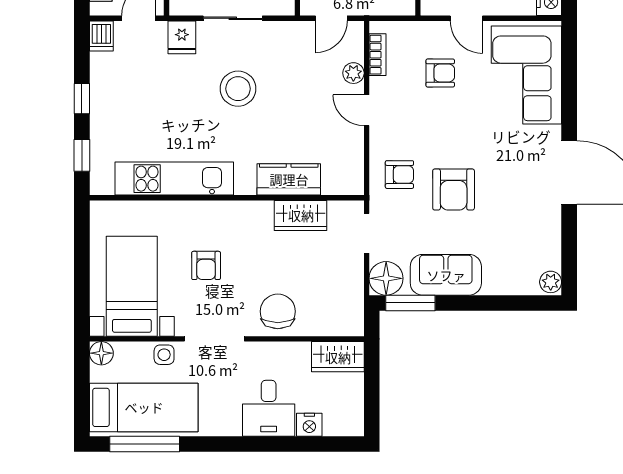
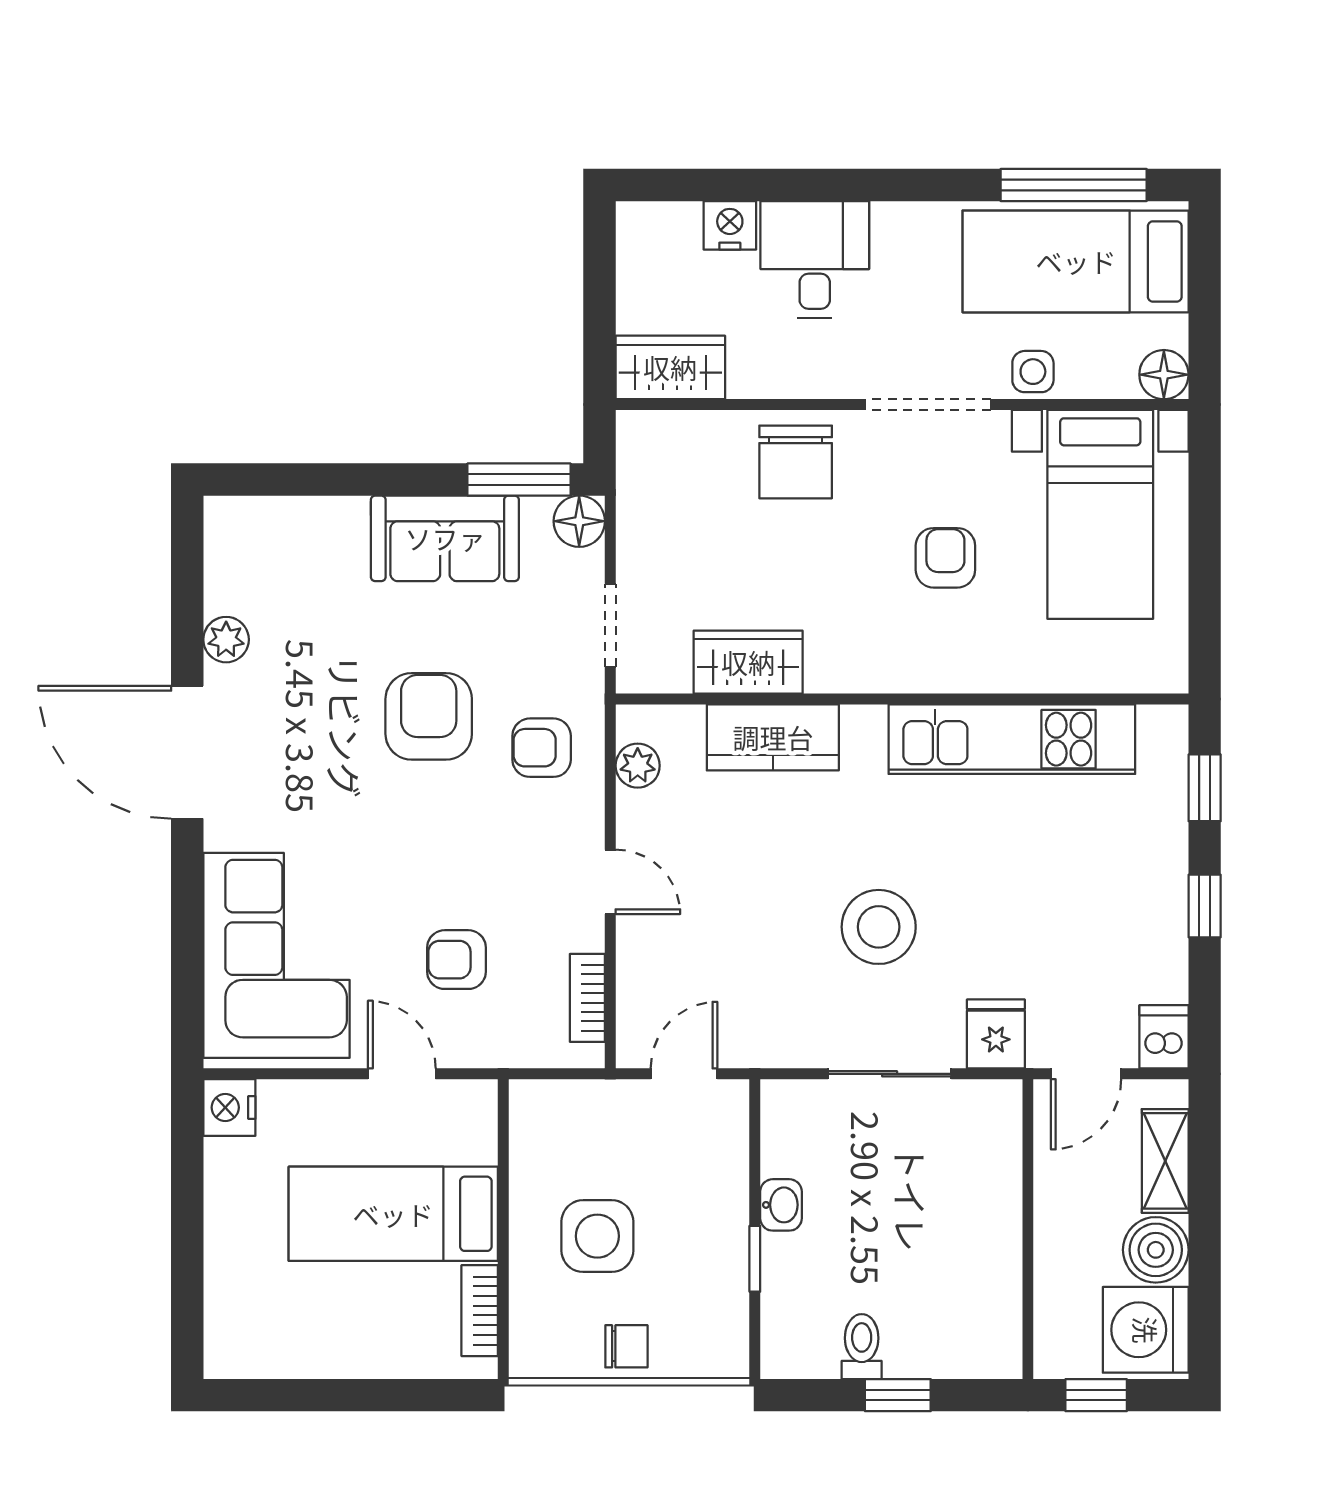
plant: (353, 73) -> (638, 766), moved
floor lamp: (386, 278) -> (579, 521), width x0.73, depth x0.73
plant: (551, 282) -> (226, 640), moved

